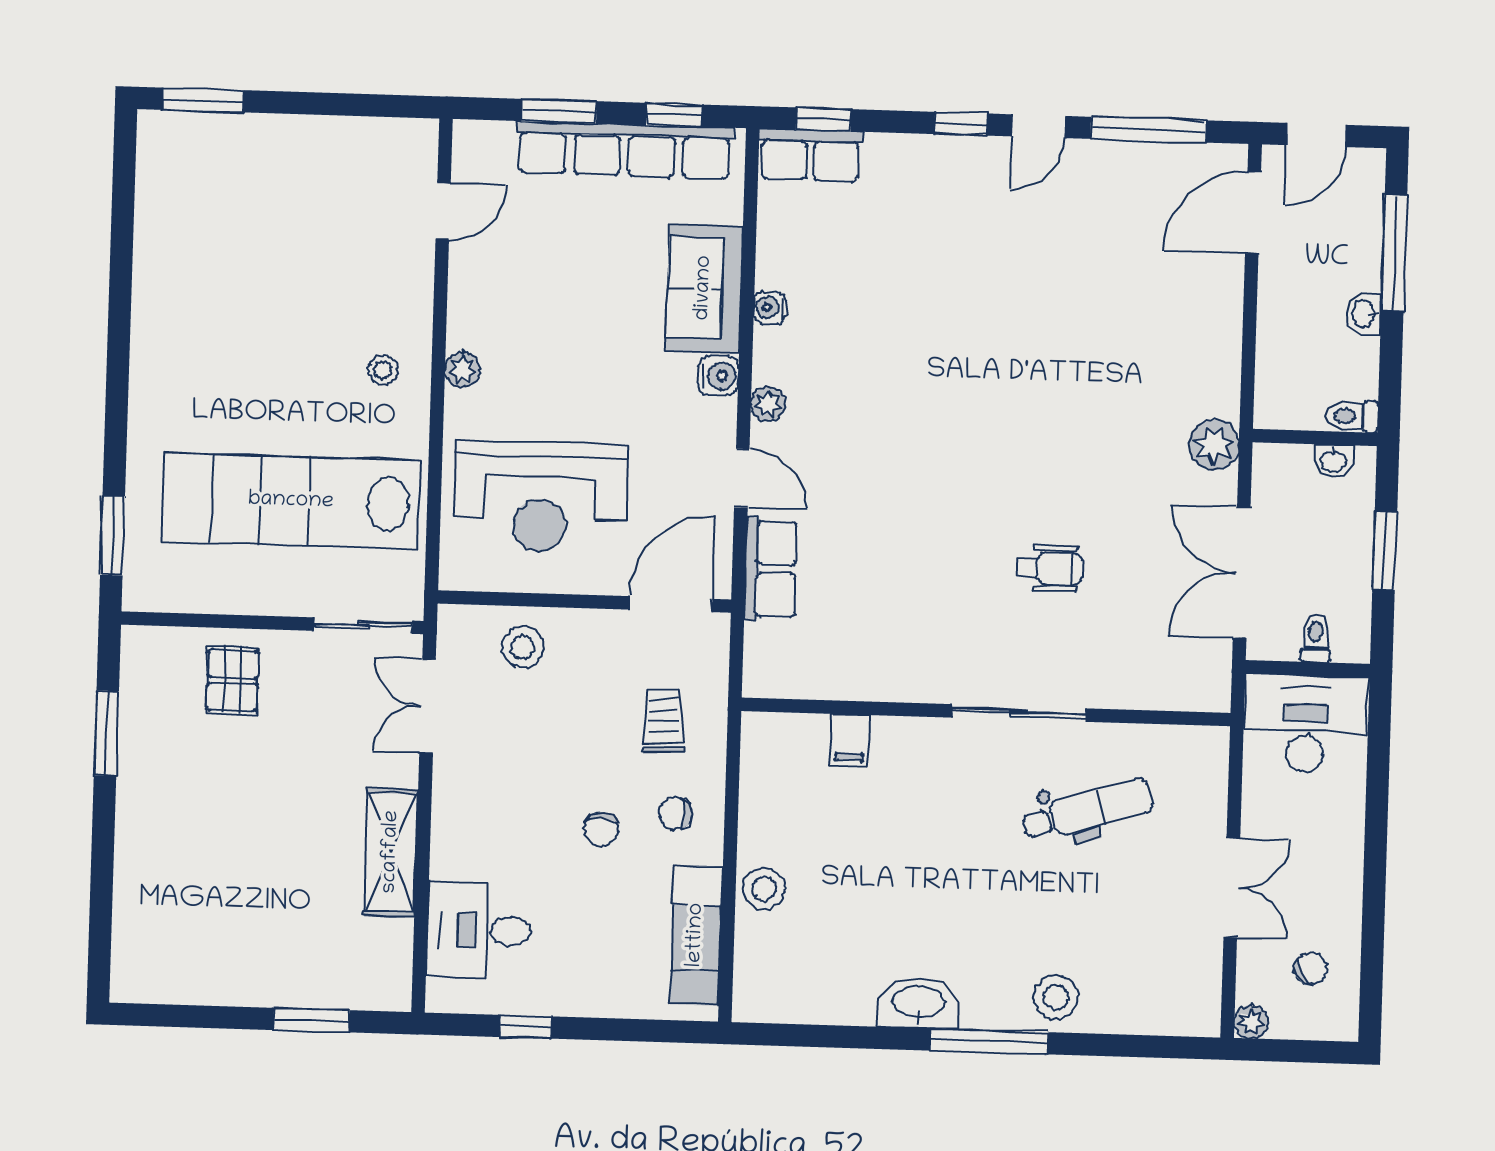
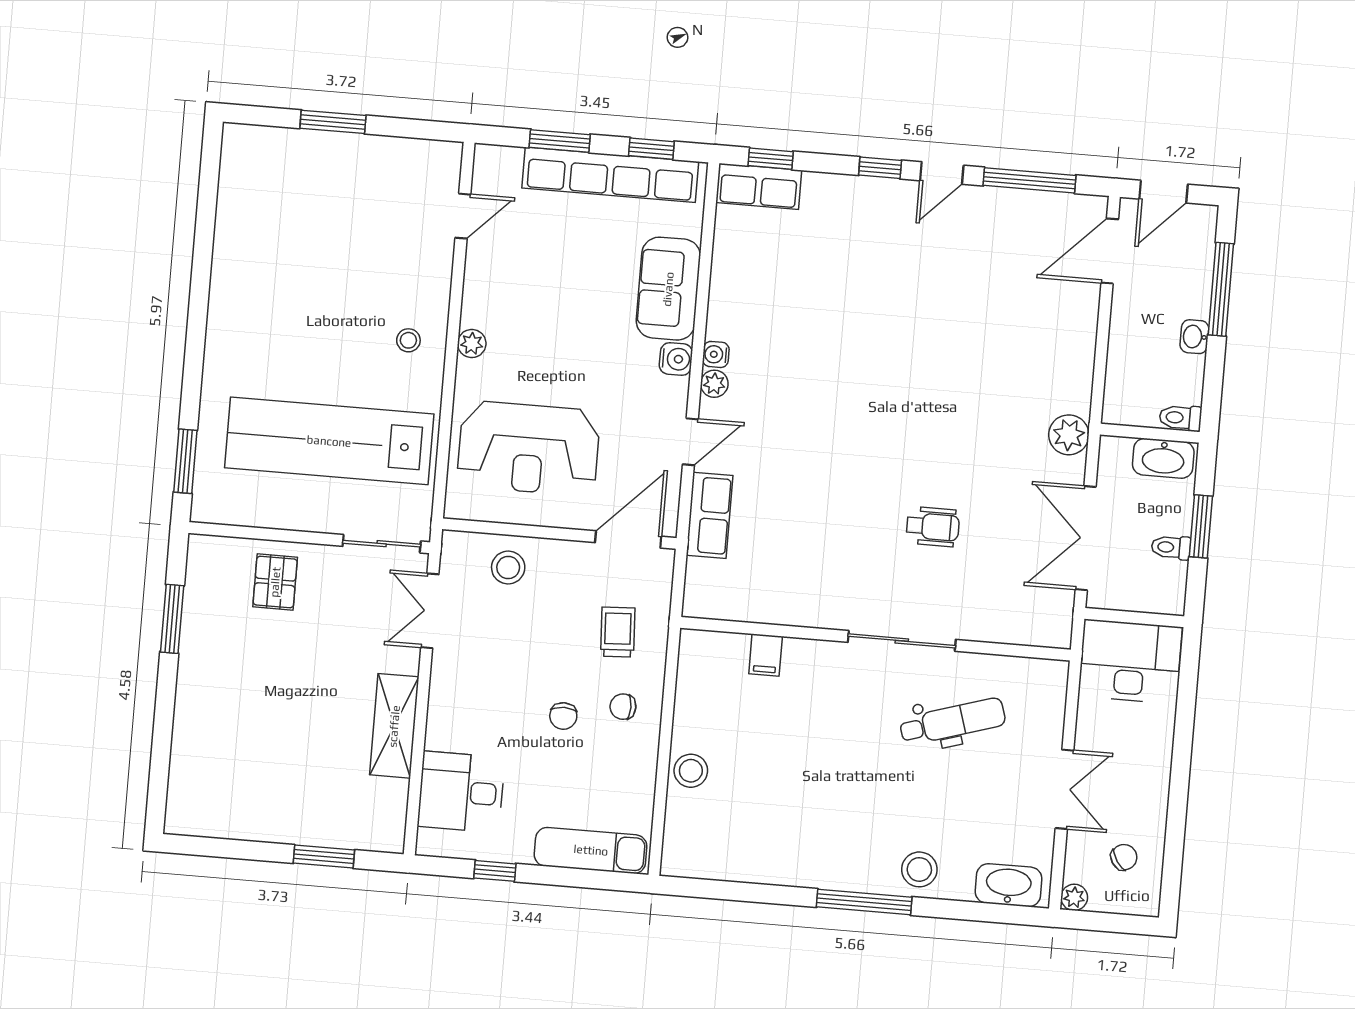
window: (203, 100) -> (333, 122), moved
water cooler: (770, 307) -> (716, 354), moved
washbasin: (1334, 461) -> (1163, 458), width x1.91, depth x1.45
door: (742, 478) -> (690, 442), hinge flipped
toilet: (1316, 638) -> (1171, 547), moved, turned -90
exam couch: (696, 935) -> (591, 850), moved, turned 90
washbasin: (919, 1003) -> (1009, 885), moved

